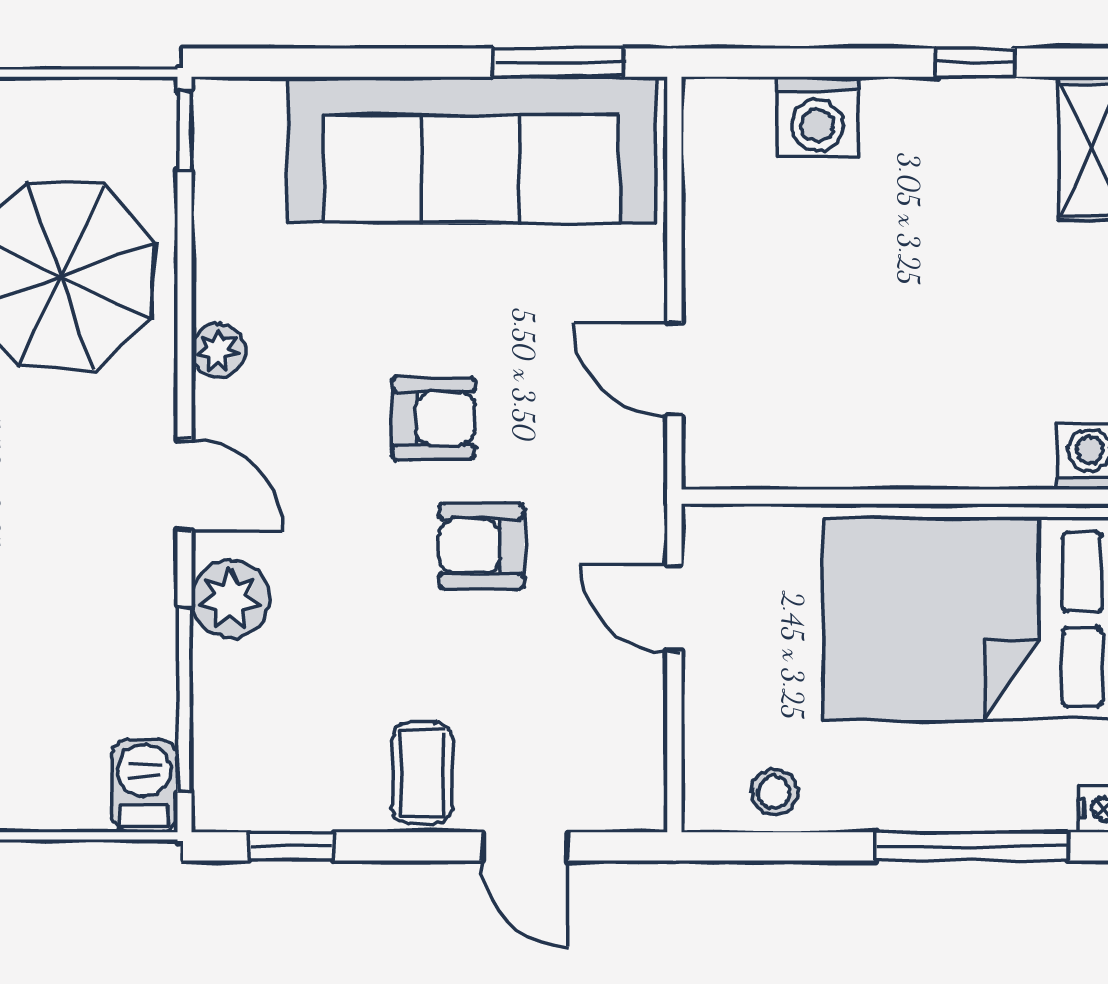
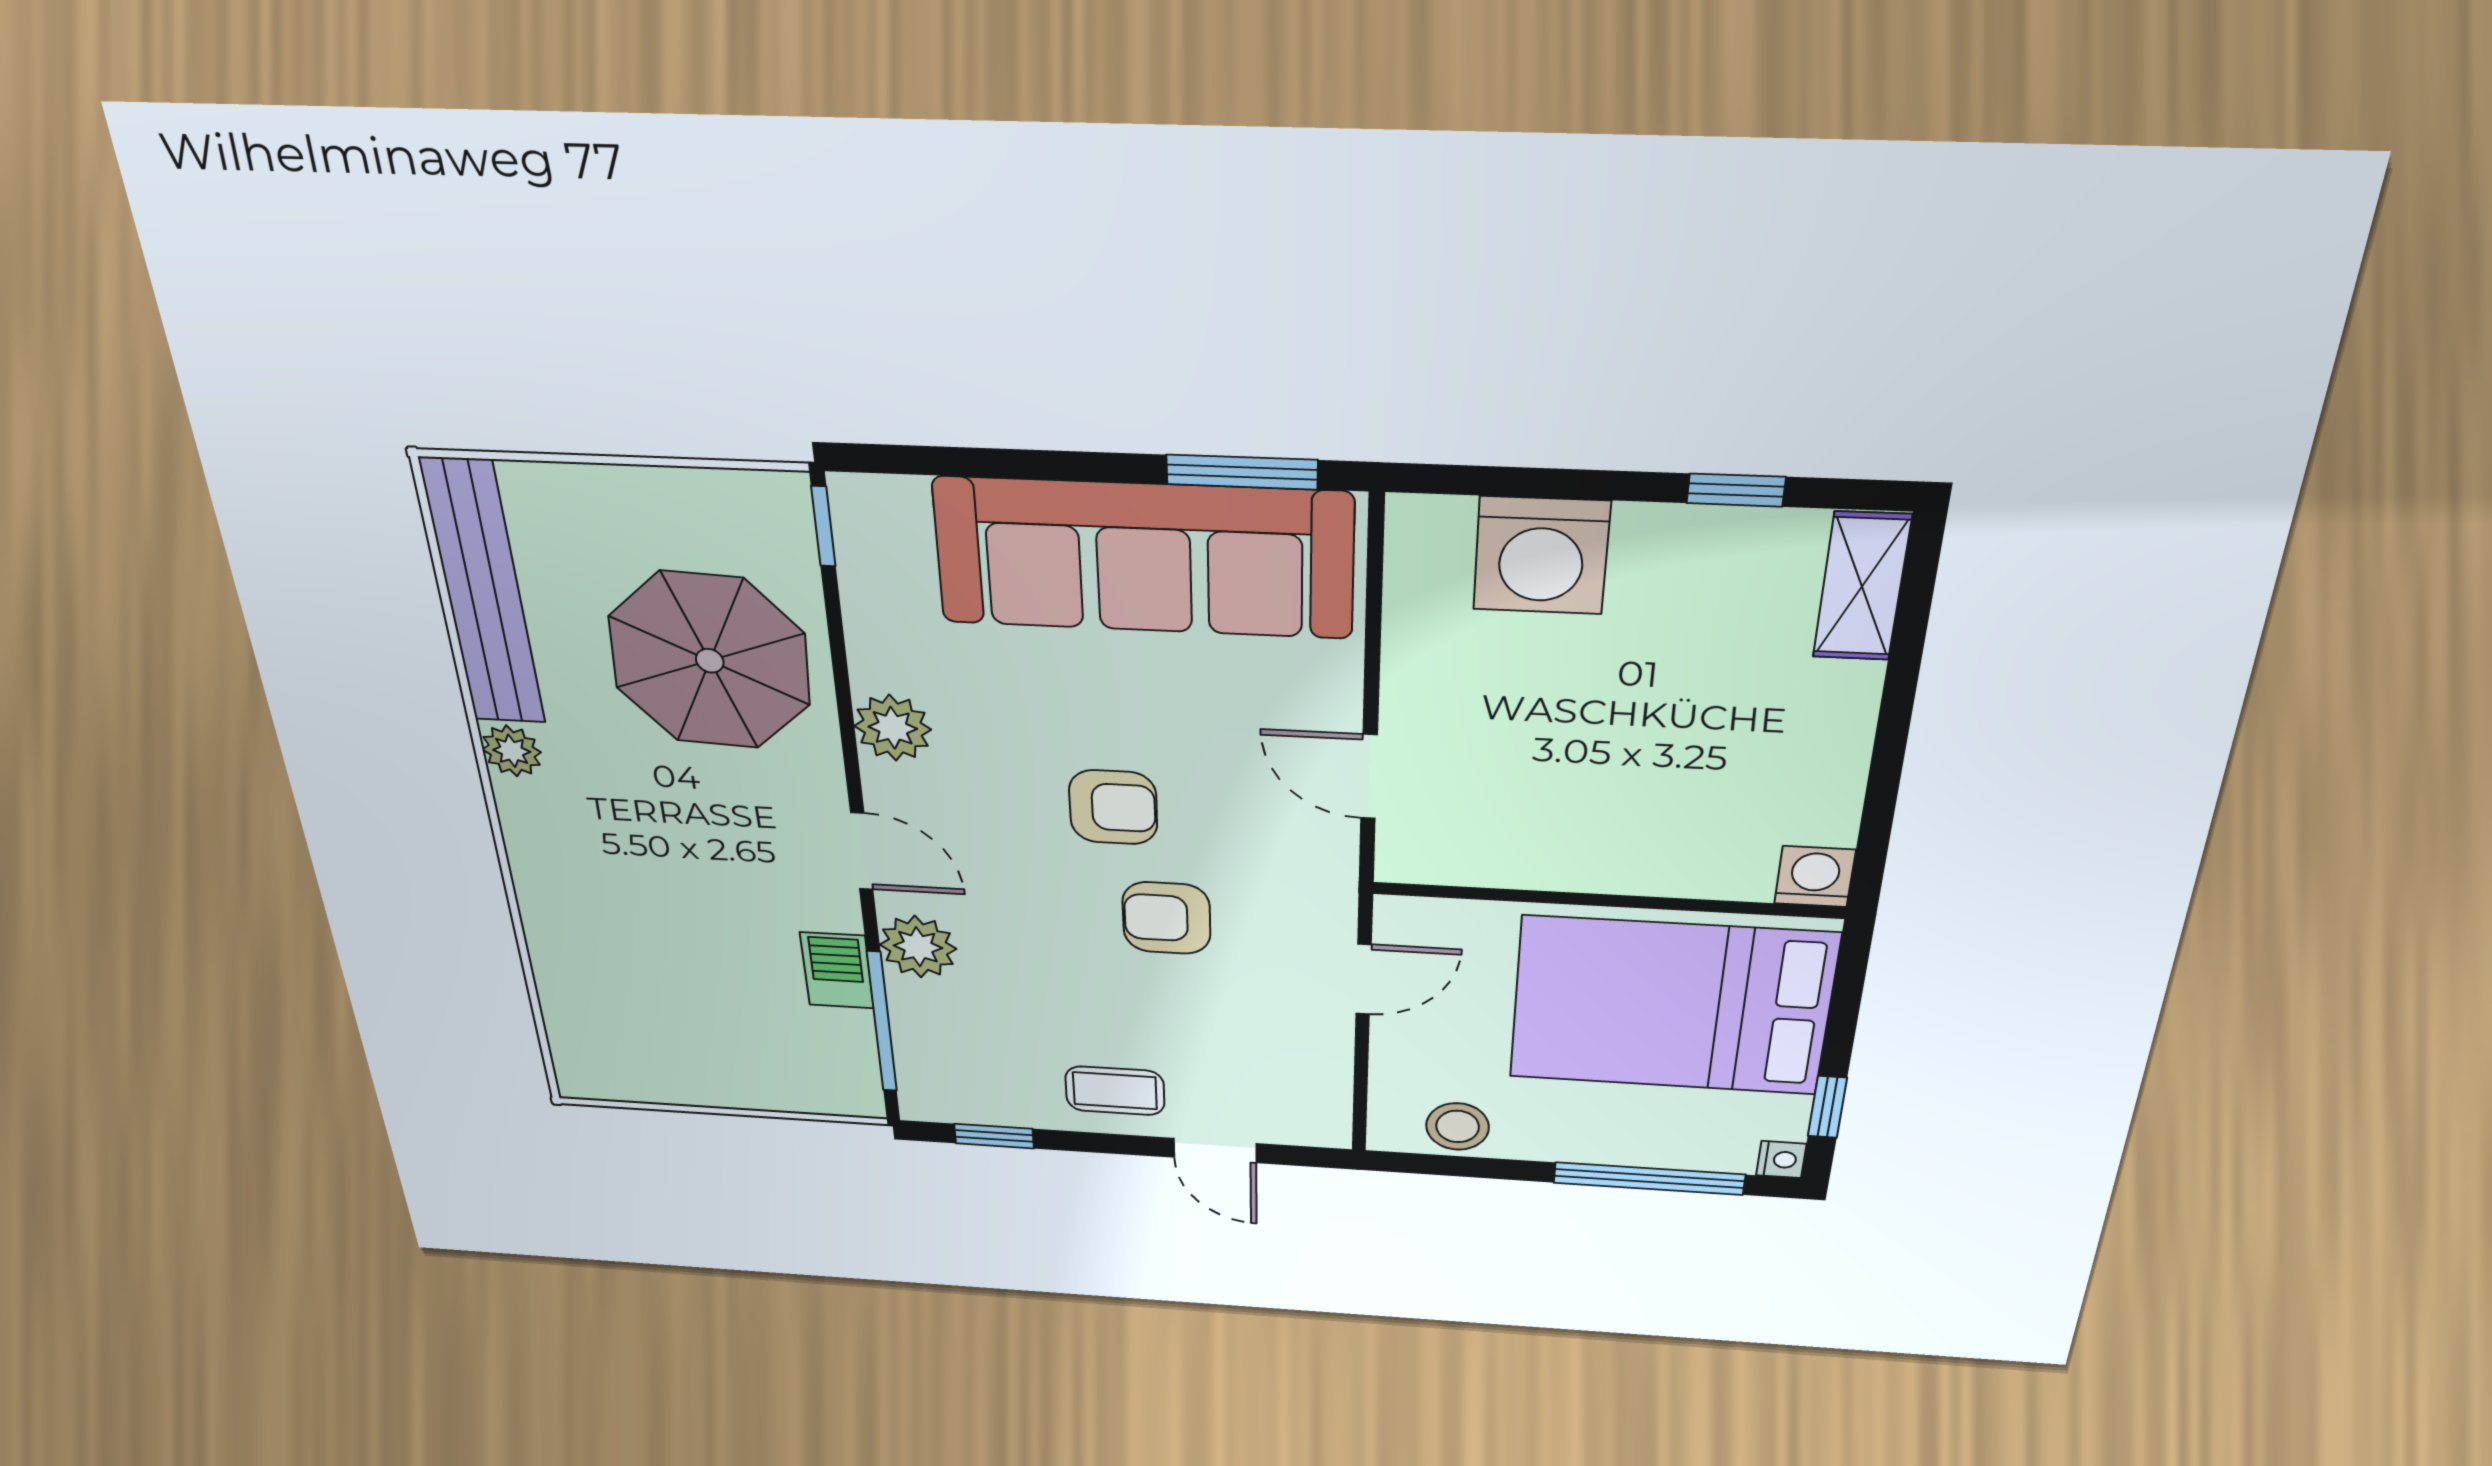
washing machine: (817, 117) -> (1541, 556), width x1.37, depth x1.37
plant: (218, 351) -> (893, 728), width x1.38, depth x1.38
door: (674, 608) -> (1364, 979), swing flipped
coffee table: (422, 773) -> (1115, 1091), turned 90
barbecue: (144, 786) -> (837, 970), moved
stool: (774, 792) -> (1458, 1126), width x1.37, depth x1.37

